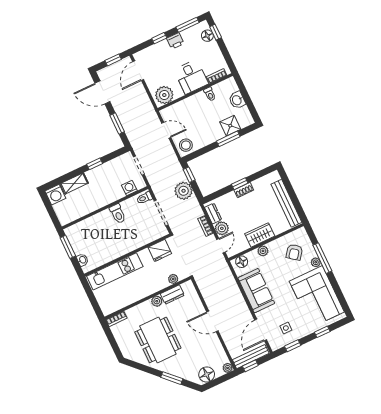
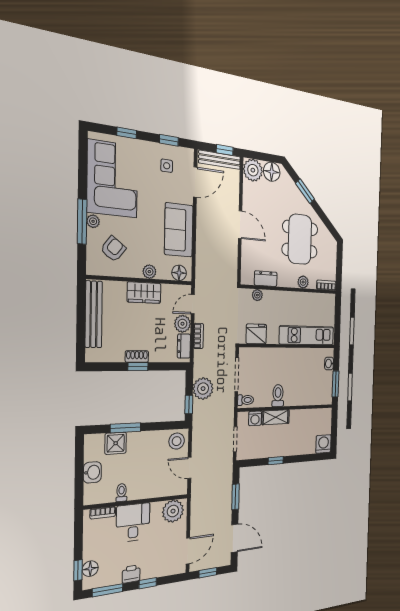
shelving: (74, 183) -> (276, 417), moved
plant: (157, 301) -> (303, 282), moved
plant: (228, 368) -> (253, 170), width x1.88, depth x1.88

